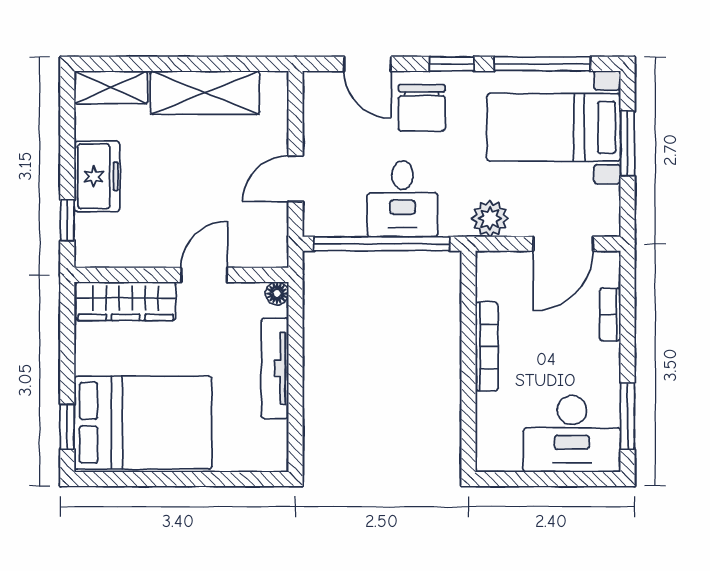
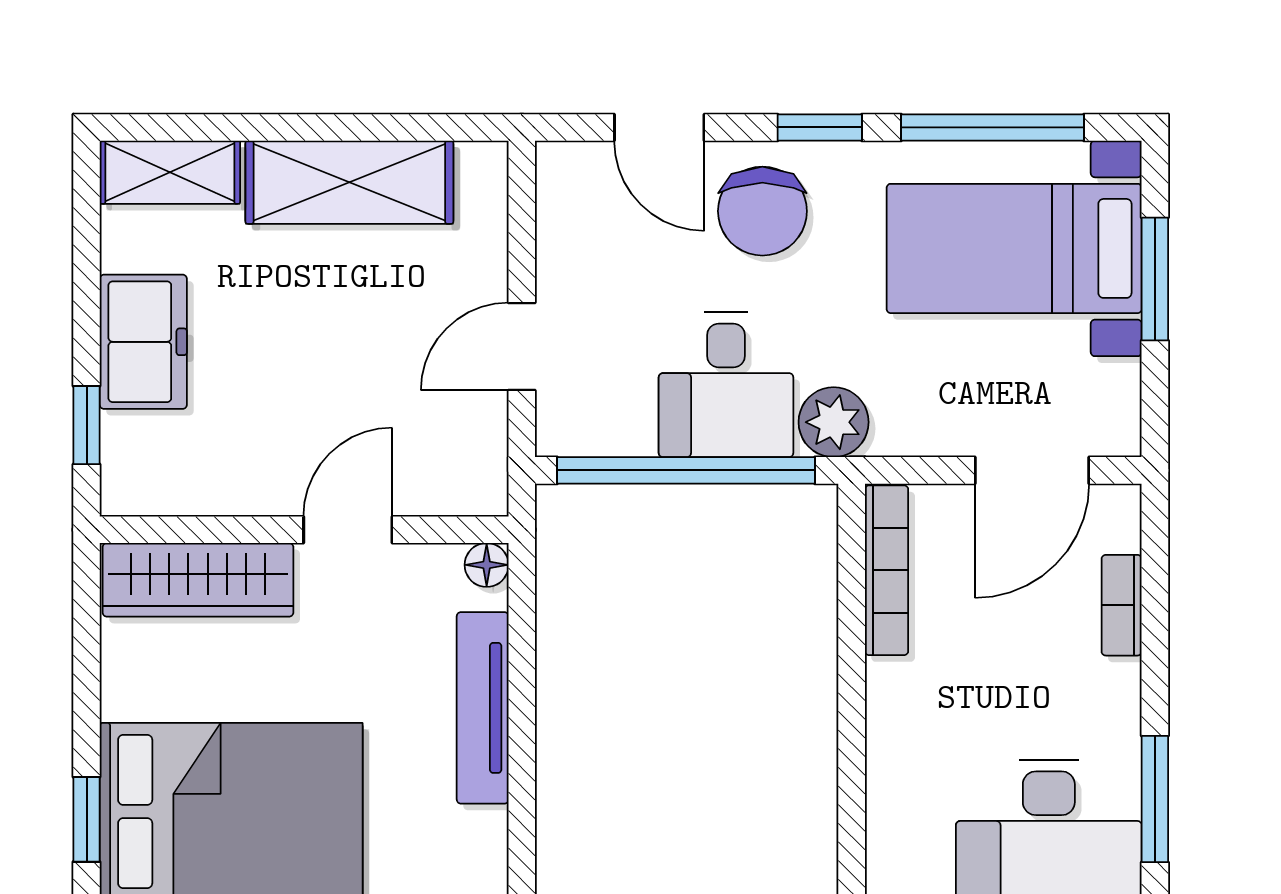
plant: (490, 218) -> (834, 422), moved
bookcase: (487, 346) -> (886, 570), moved

